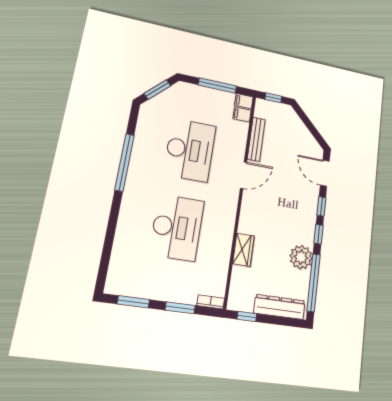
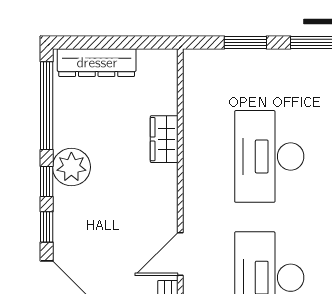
plant: (301, 257) -> (71, 167), moved
bookcase: (211, 302) -> (202, 56), removed
window: (247, 316) -> (145, 43), removed

